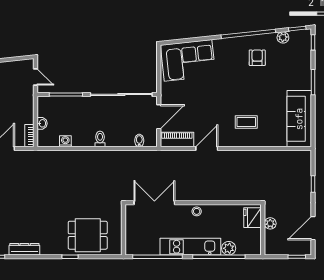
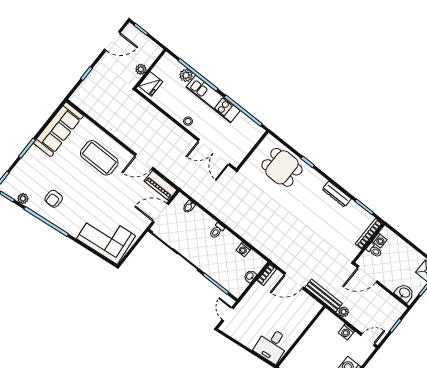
coffee table: (246, 122) -> (99, 158), width x1.86, depth x1.72

